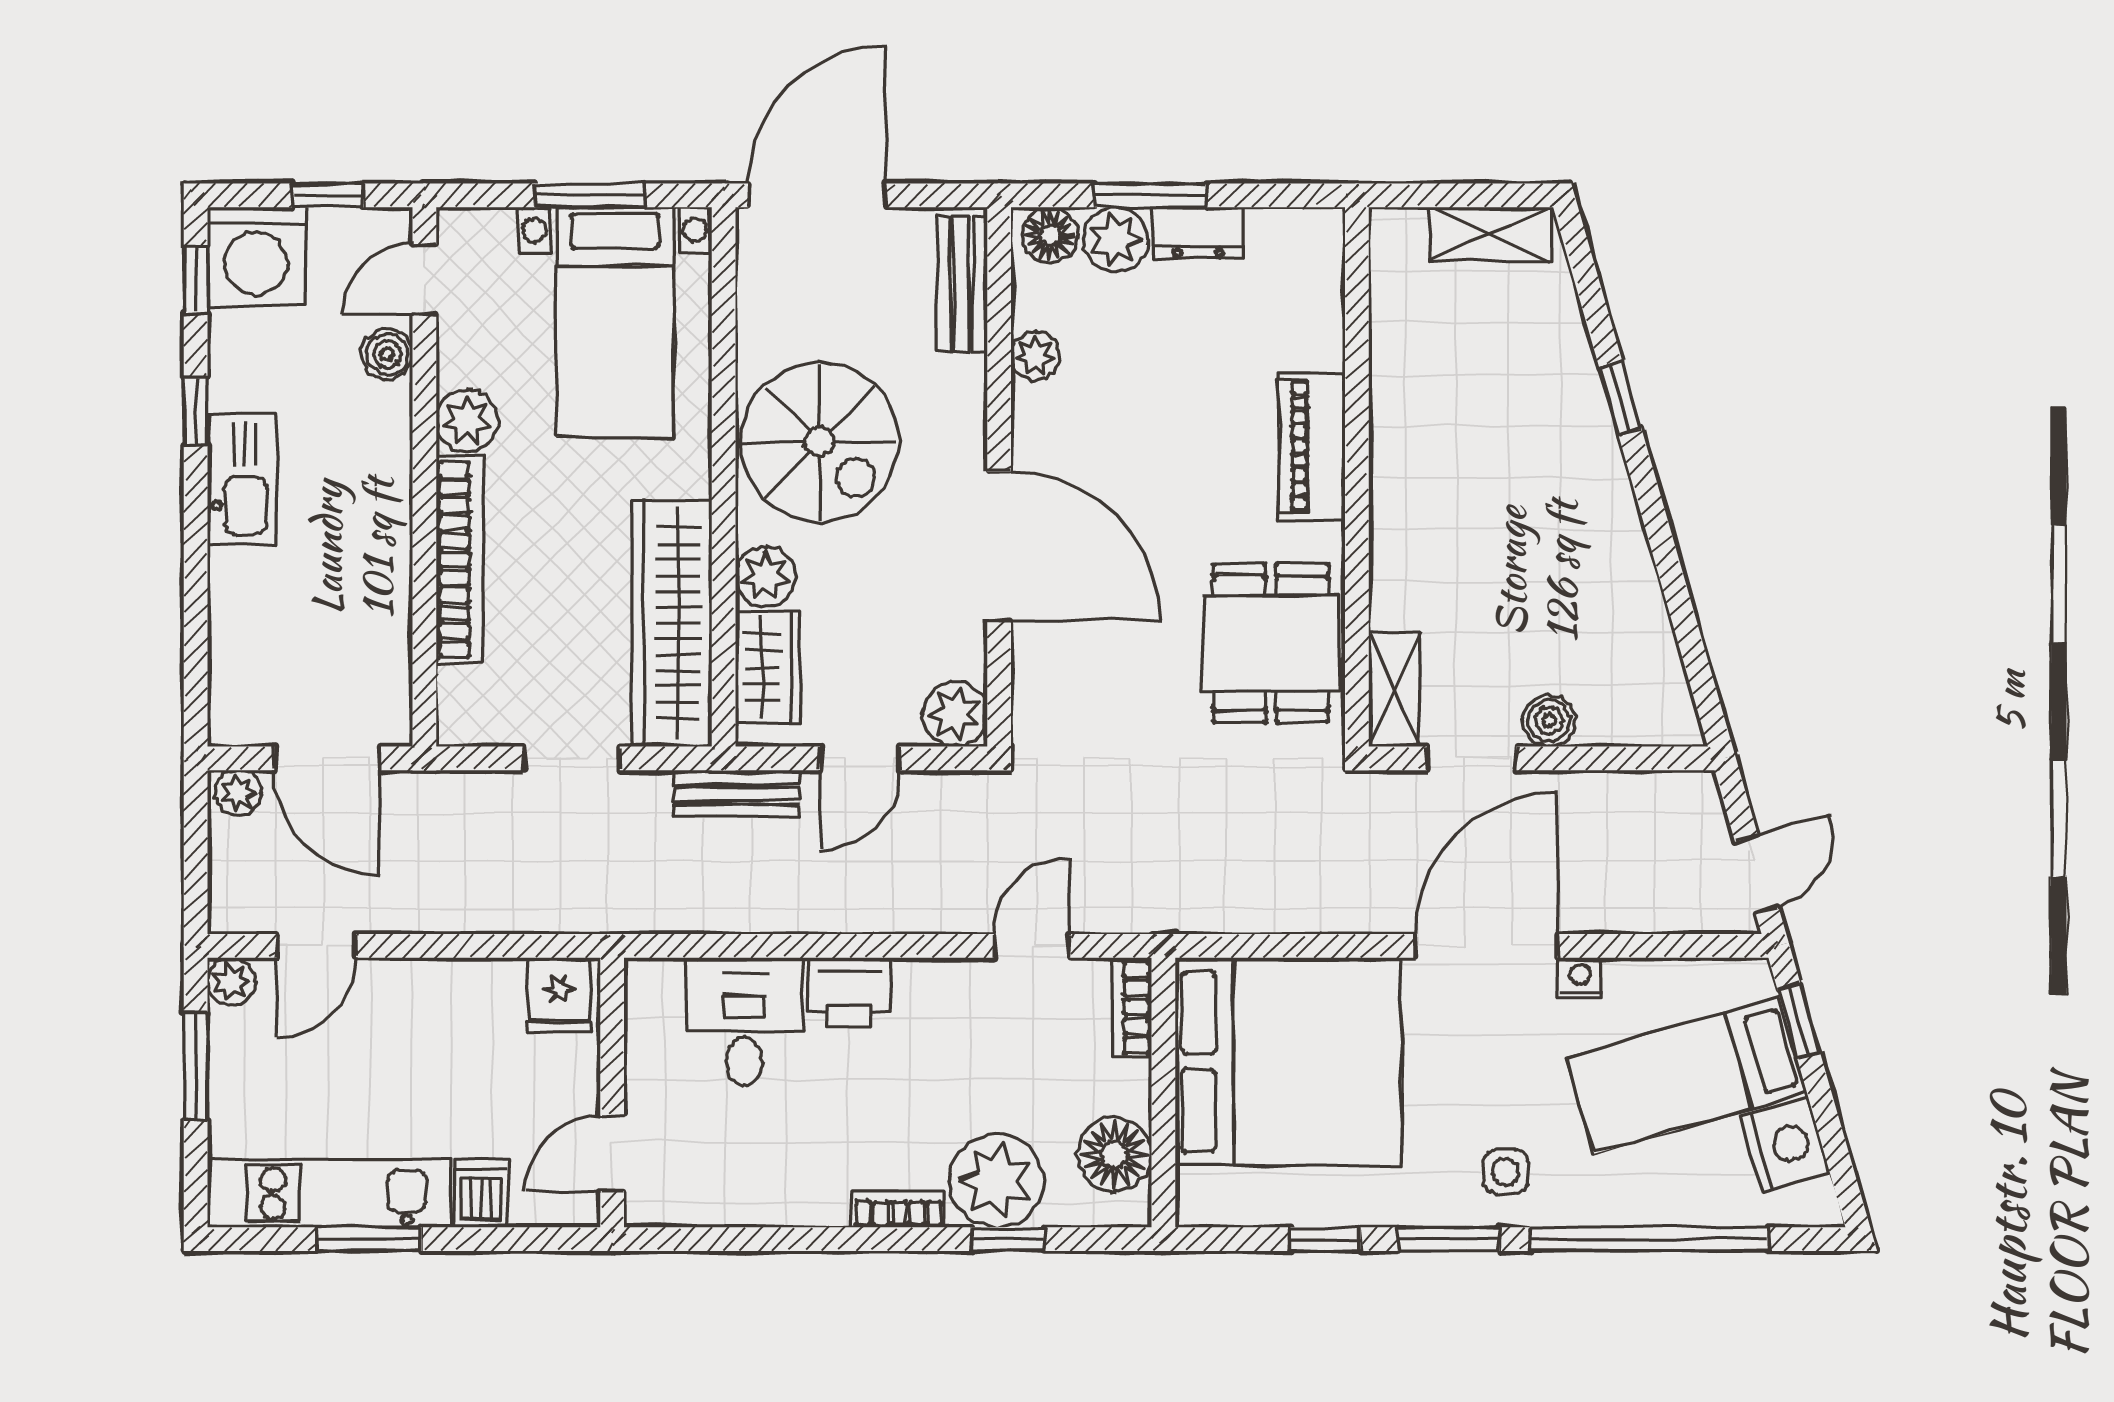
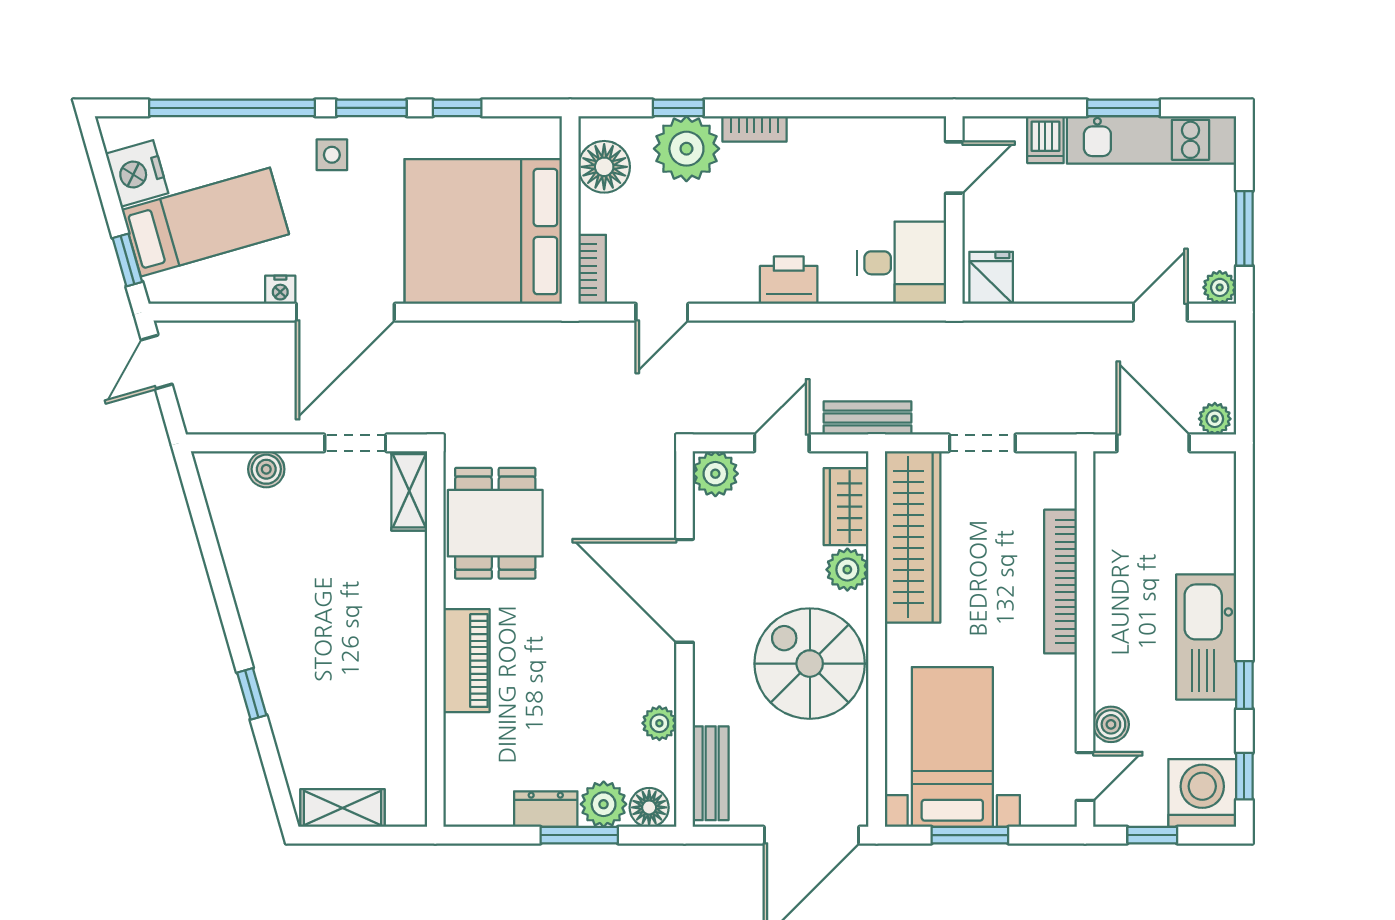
plant: (467, 421) -> (1055, 678), removed
kitchen sink: (242, 480) -> (1206, 637), width x1.36, depth x1.24
boiler: (1549, 721) -> (266, 469), moved
desk: (745, 1021) -> (902, 263), moved, turned -90

